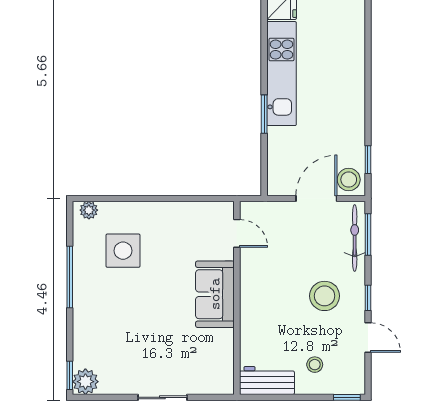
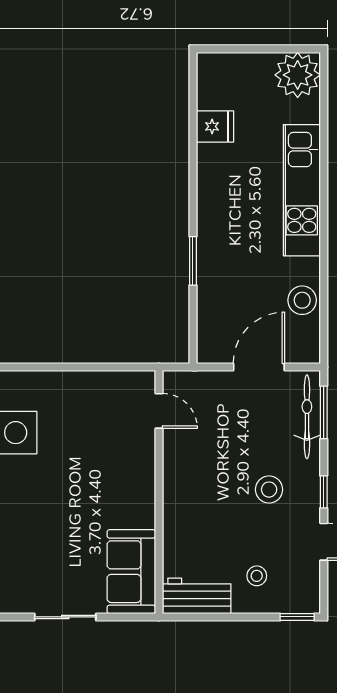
kitchen unit: (281, 74) -> (302, 190), moved, turned 180
window: (368, 160) -> (324, 318), removed
stool: (349, 180) -> (302, 300), moved
sofa: (215, 294) -> (131, 572), moved
stool: (325, 296) -> (269, 490), width x0.73, depth x0.73

